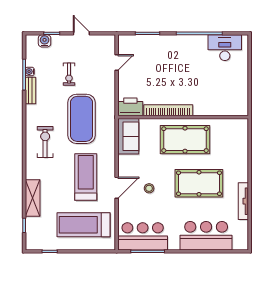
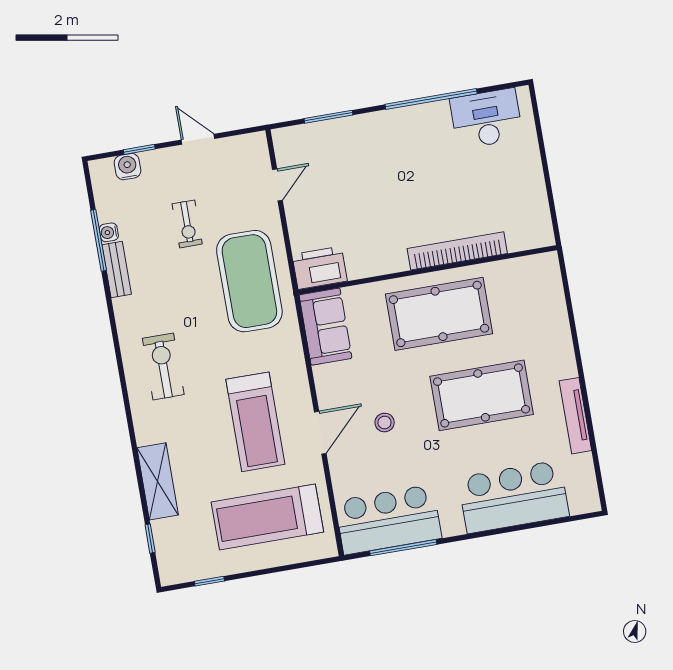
bookcase: (168, 110) -> (457, 251), moved
exercise mat: (81, 119) -> (249, 281), moved
treadmill: (86, 177) -> (255, 422), turned 180

